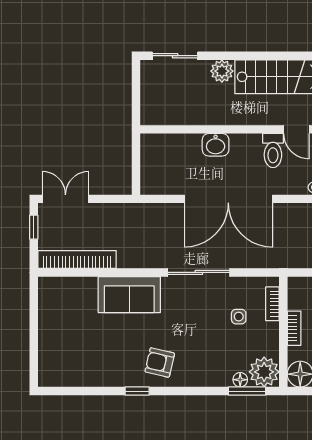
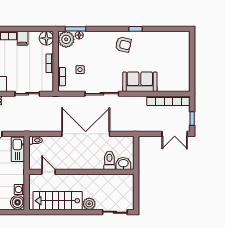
washbasin: (216, 145) -> (123, 164), moved
toilet: (273, 151) -> (109, 160), moved

